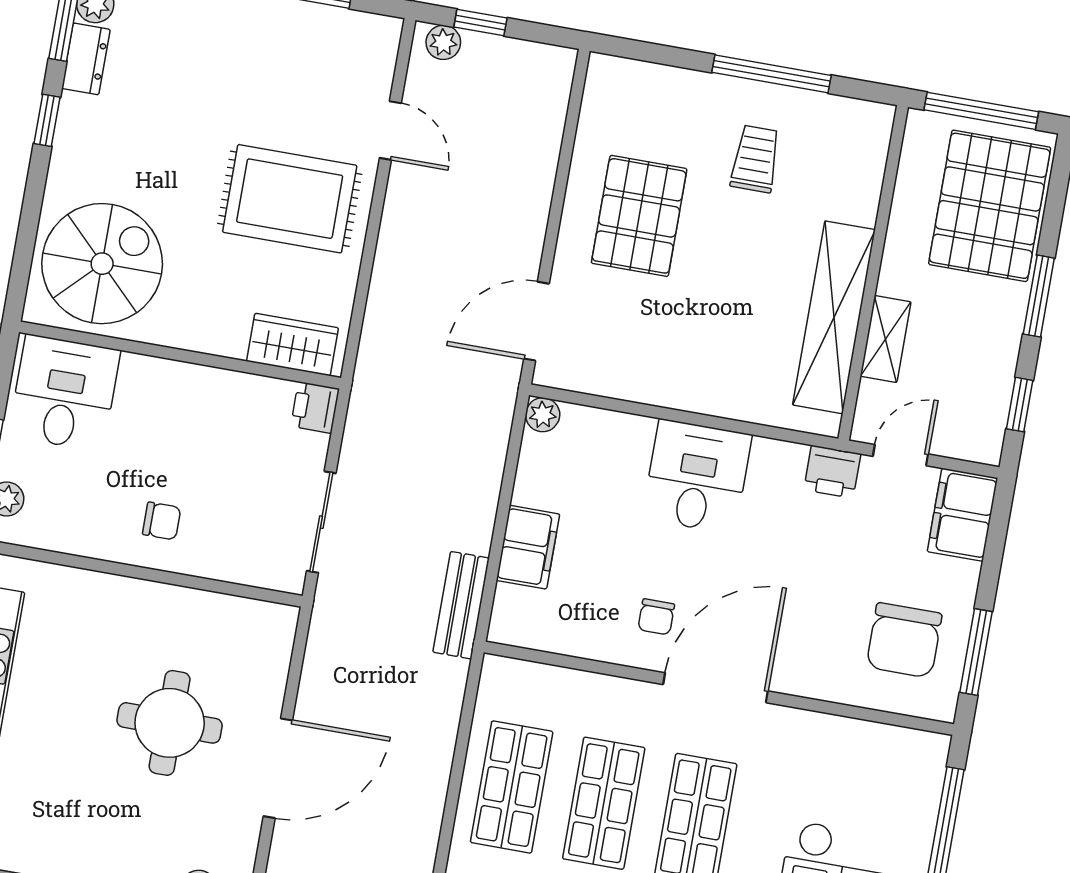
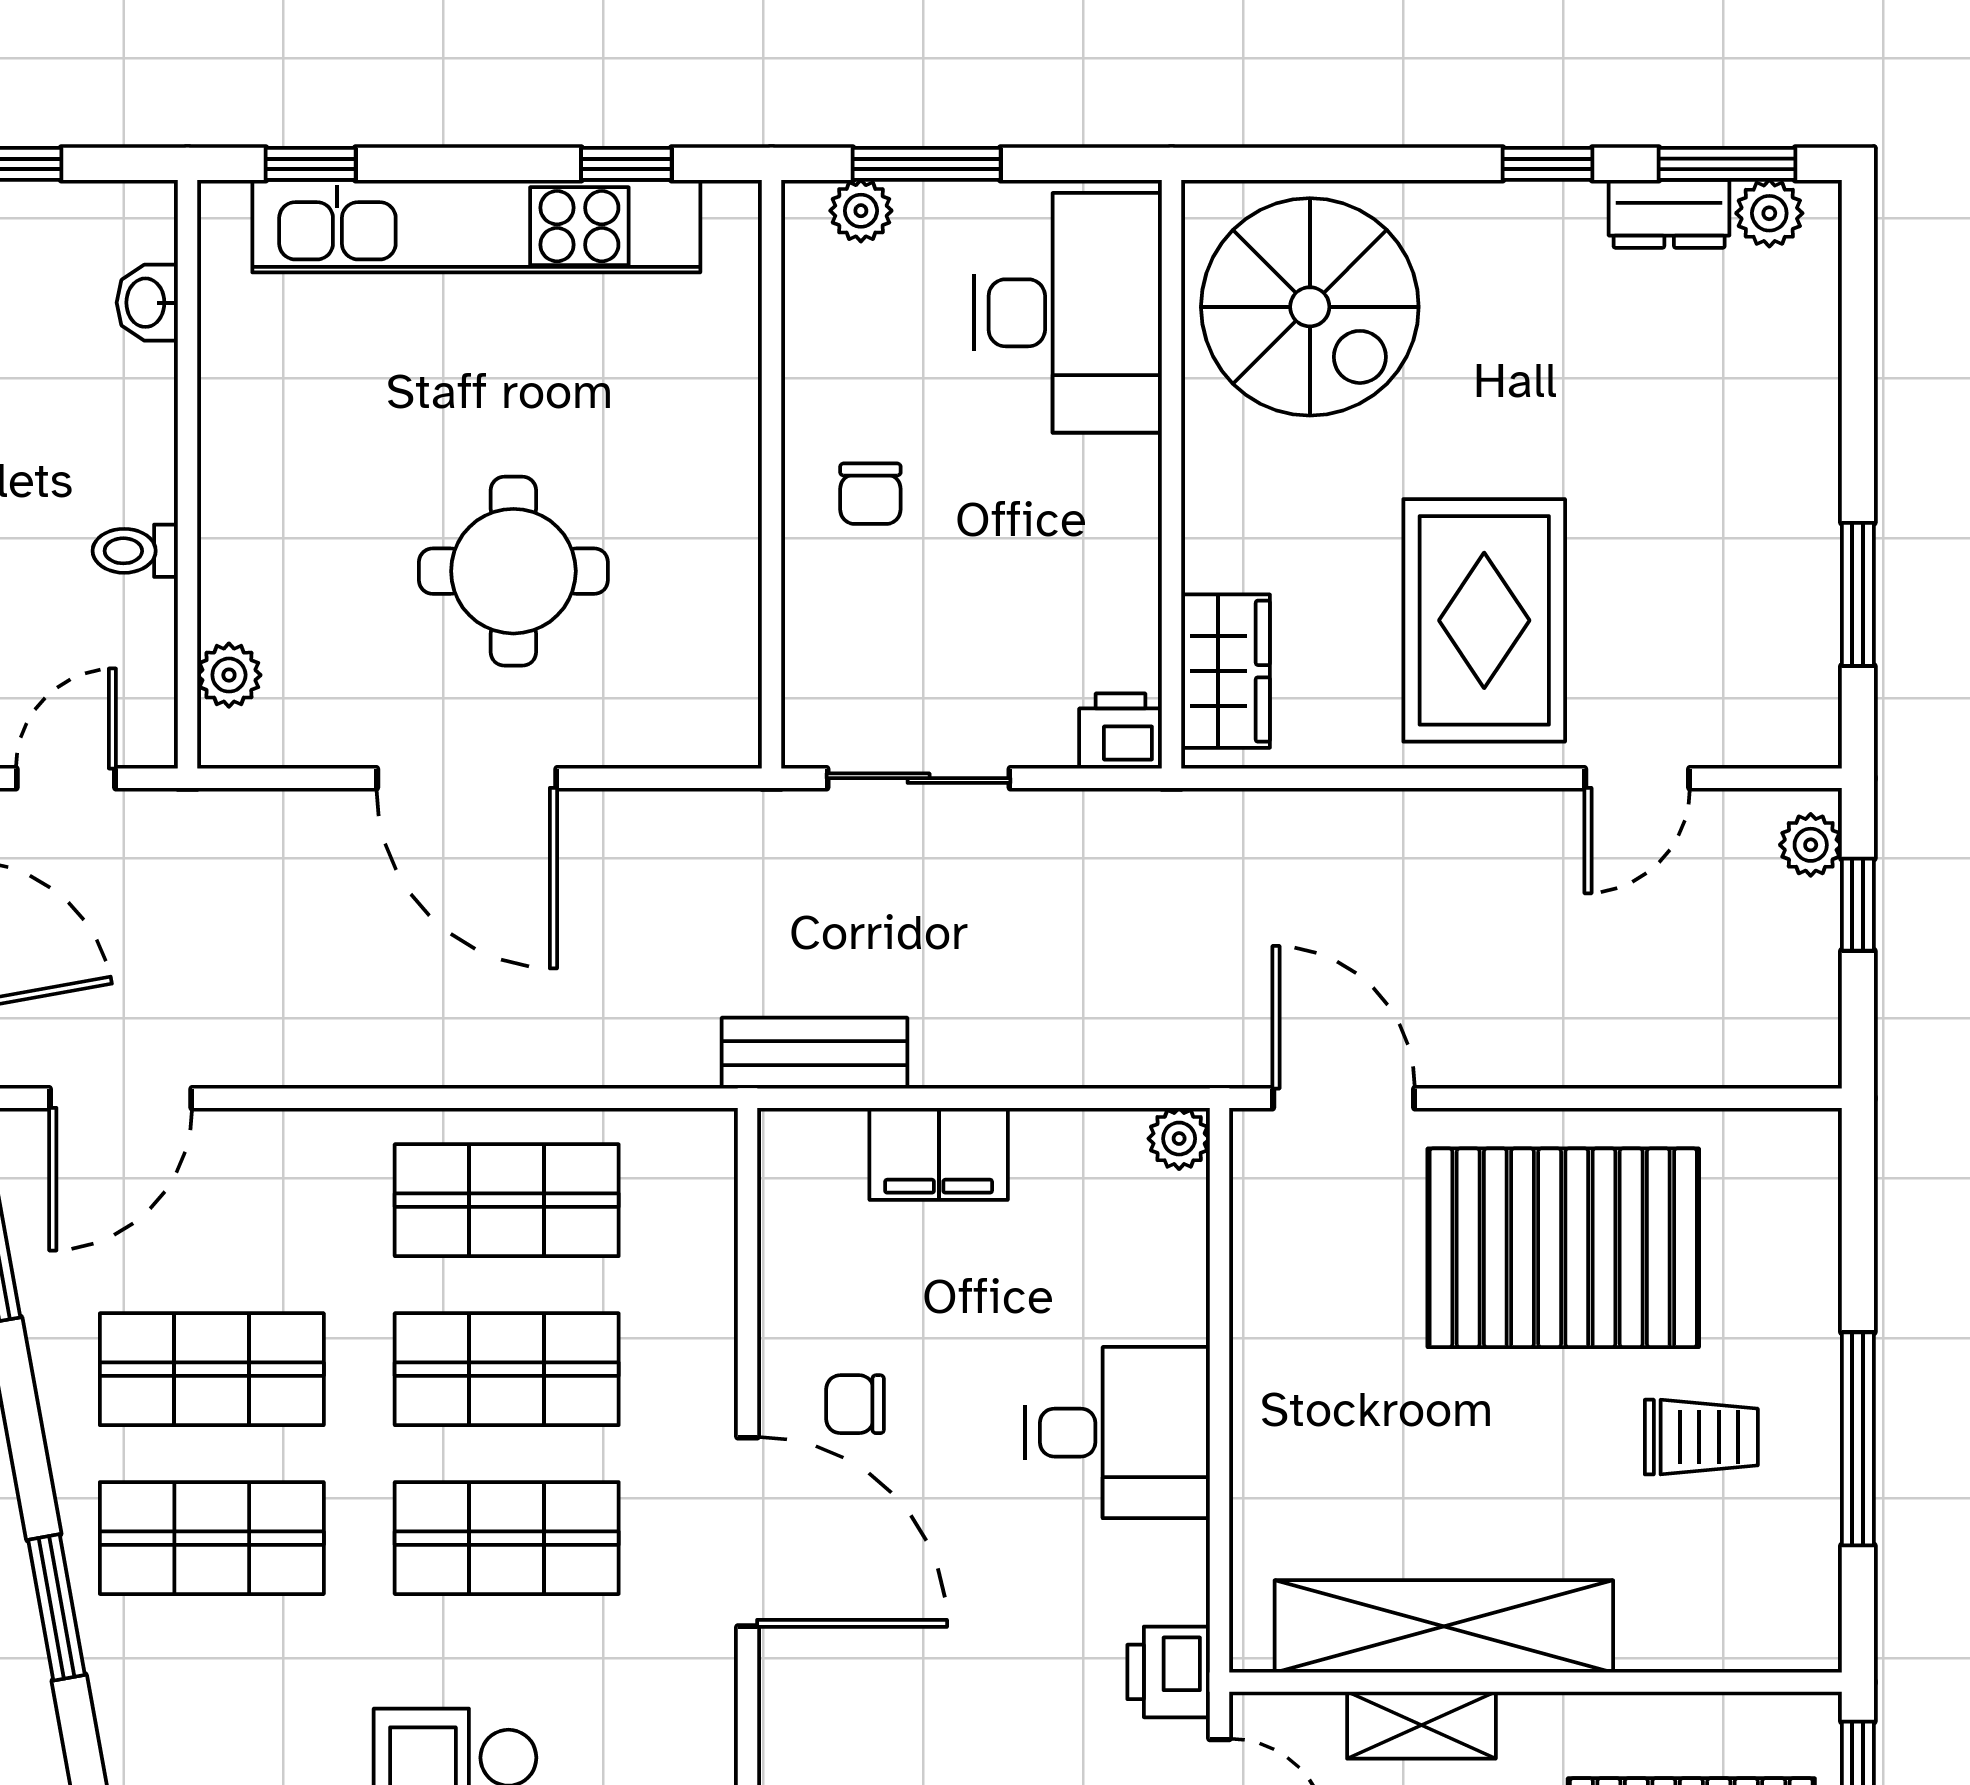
pallet: (639, 216) -> (1563, 1248), width x1.37, depth x1.41
desk: (64, 393) -> (1068, 313), width x1.37

